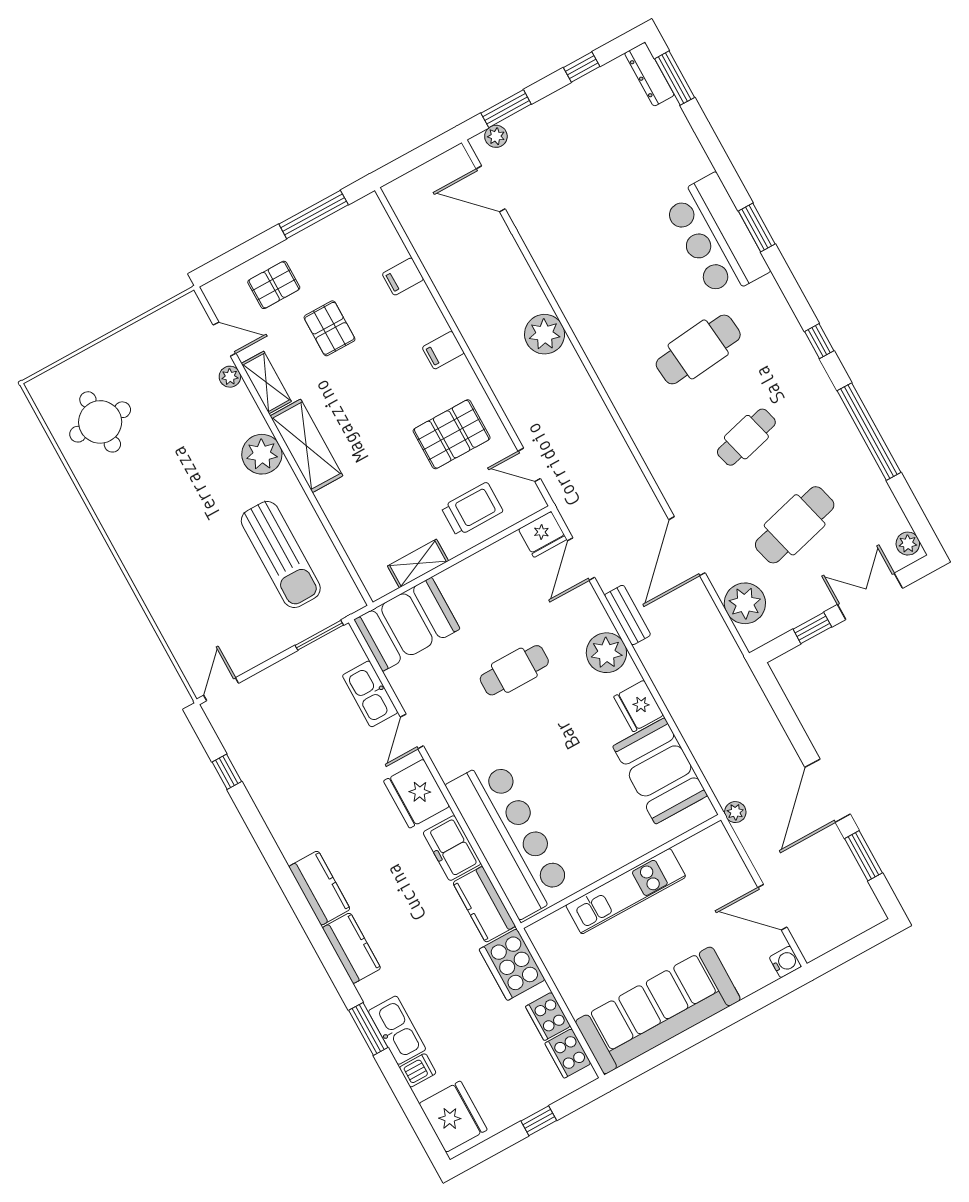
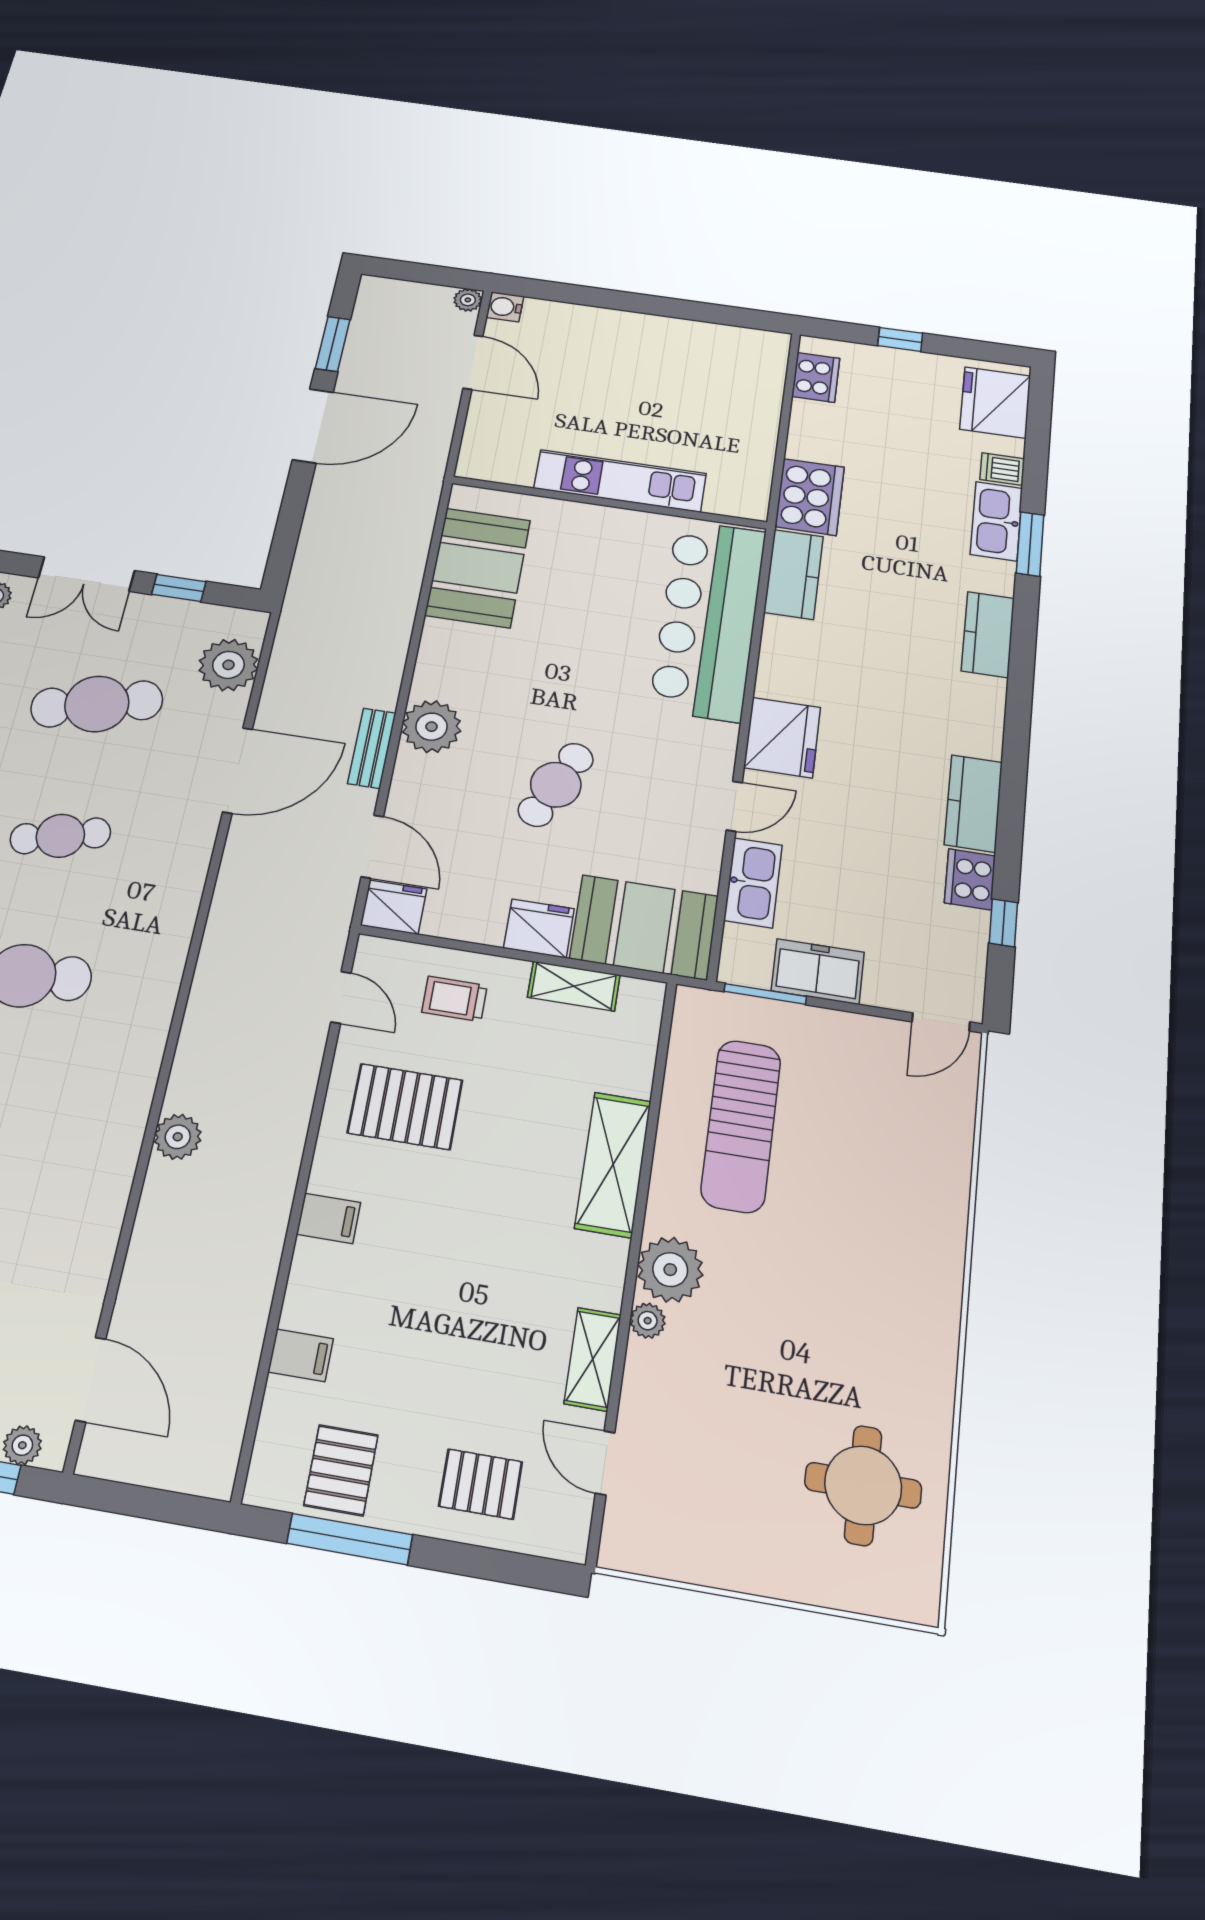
pallet: (330, 328) -> (341, 1470), moved
plant: (545, 334) -> (178, 1137), width x0.73, depth x0.73
plant: (230, 377) -> (648, 1321), moved
shelving: (306, 446) -> (613, 1164), moved
trolley: (472, 509) -> (455, 999), width x0.73, depth x0.72
sun lounger: (281, 555) -> (741, 1125), turned 180
door: (581, 559) -> (372, 847), hinge flipped
cafe table: (514, 670) -> (556, 785), turned -65
fridge: (639, 706) -> (539, 928), moved, turned -90
plant: (735, 812) -> (468, 300), moved
freezer: (452, 848) -> (818, 971), moved, turned -90
kitchen counter: (319, 888) -> (973, 803), moved
sofa: (658, 1010) -> (682, 352), removed
cooker: (548, 1016) -> (970, 879), moved, turned 180

